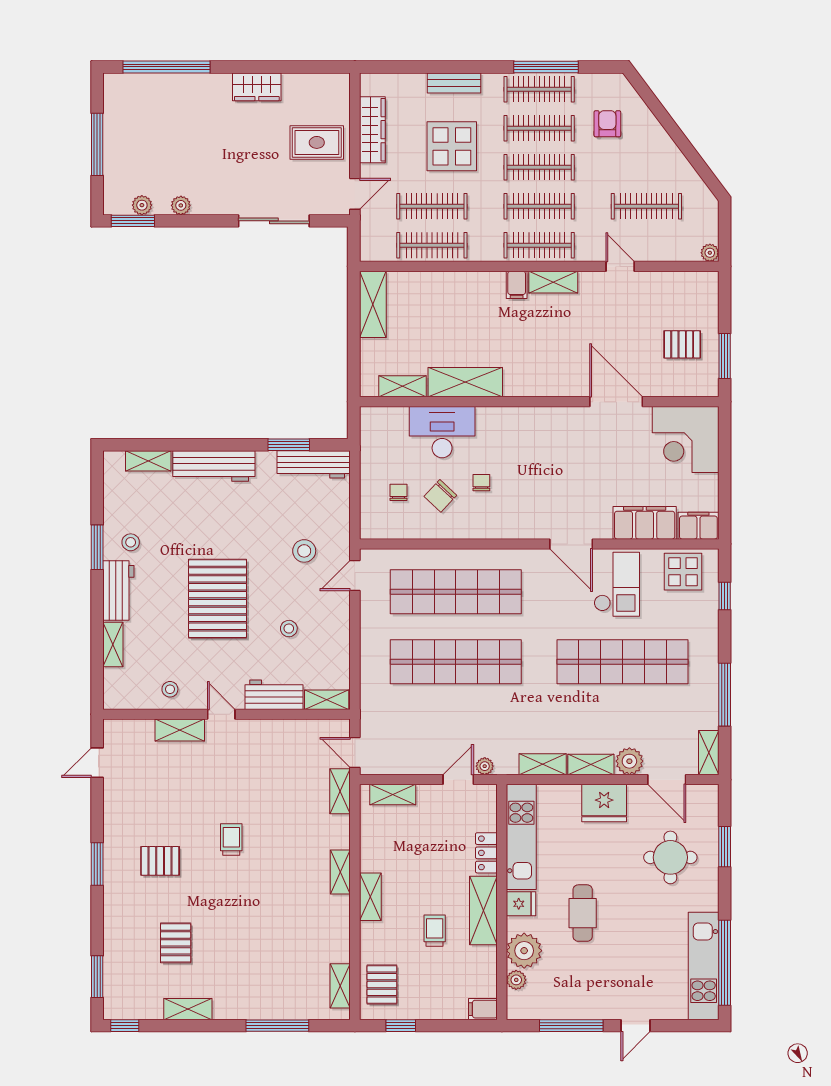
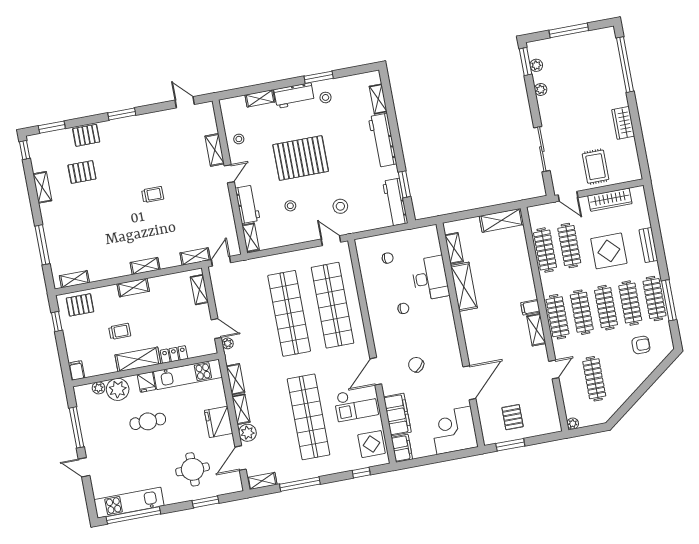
chair: (440, 496) -> (416, 365), moved
pallet: (160, 861) -> (86, 135), moved, turned 90

